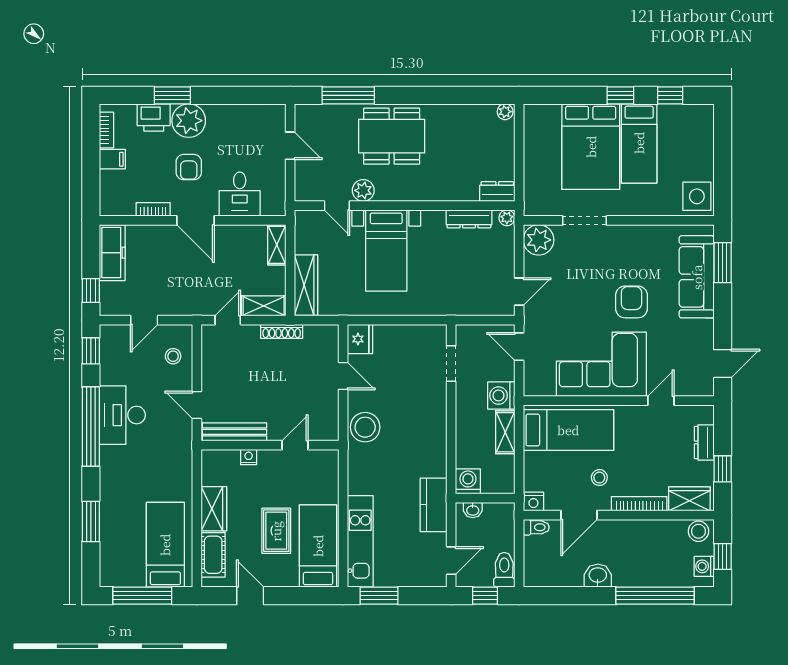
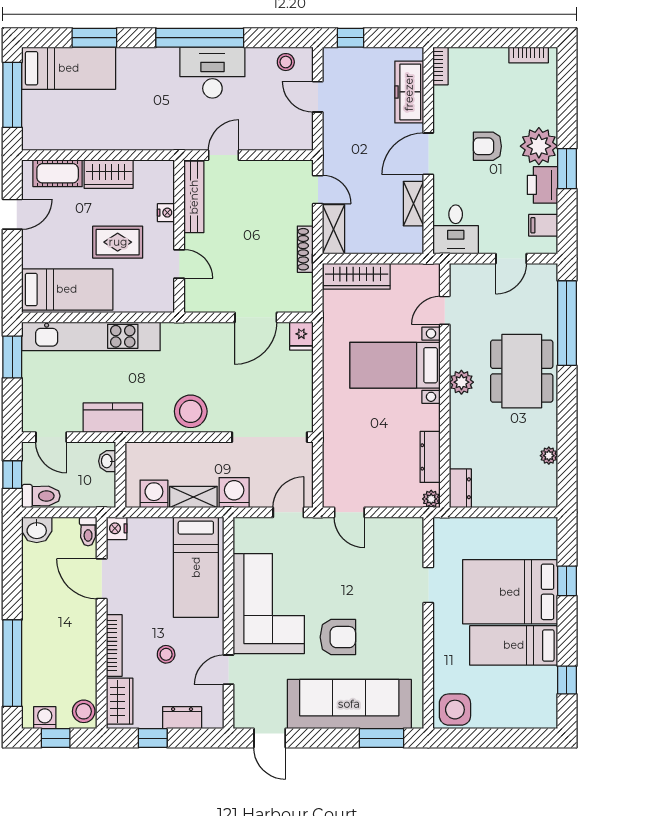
window: (172, 95) -> (567, 169), moved
window: (348, 95) -> (567, 323), width x1.46
window: (620, 95) -> (567, 581), moved
plant: (505, 112) -> (549, 456), moved
printer: (154, 117) -> (542, 185), moved
filing cabinet: (112, 159) -> (543, 225), moved, turned 90
plant: (363, 190) -> (461, 382), moved
desk: (240, 194) -> (456, 229), moved, turned -90
bookcase: (153, 209) -> (441, 66), moved
doorway: (585, 220) -> (428, 585), width x0.73
plant: (539, 240) -> (407, 534), removed
shelving: (277, 245) -> (414, 204), moved, turned 90
freezer: (112, 253) -> (409, 92), moved, turned 90
sofa: (697, 277) -> (349, 704), width x1.36, depth x1.27
fridge: (360, 339) -> (301, 336), width x0.72
window: (91, 351) -> (284, 38), removed
stool: (173, 356) -> (286, 62), moved
doorway: (451, 364) -> (270, 437), width x1.88
door: (343, 376) -> (256, 317), width x1.38
door: (661, 401) -> (228, 670), swing flipped
stool: (365, 427) -> (191, 411), moved
stool: (599, 478) -> (166, 654), moved
washing machine: (468, 481) -> (154, 494), moved, turned -90
rug: (276, 531) -> (118, 242), moved
kitchen unit: (360, 541) -> (91, 336), width x1.36
bed: (165, 545) -> (69, 68), moved
washbasin: (598, 576) -> (37, 530), moved, turned 90

